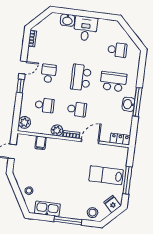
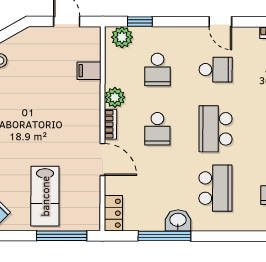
school desk: (81, 78) -> (216, 129), turned -90
window: (20, 86) -> (140, 22), moved
window: (137, 102) -> (164, 236), moved
lab bench: (106, 175) -> (45, 196), turned 180
window: (127, 180) -> (62, 236), moved

